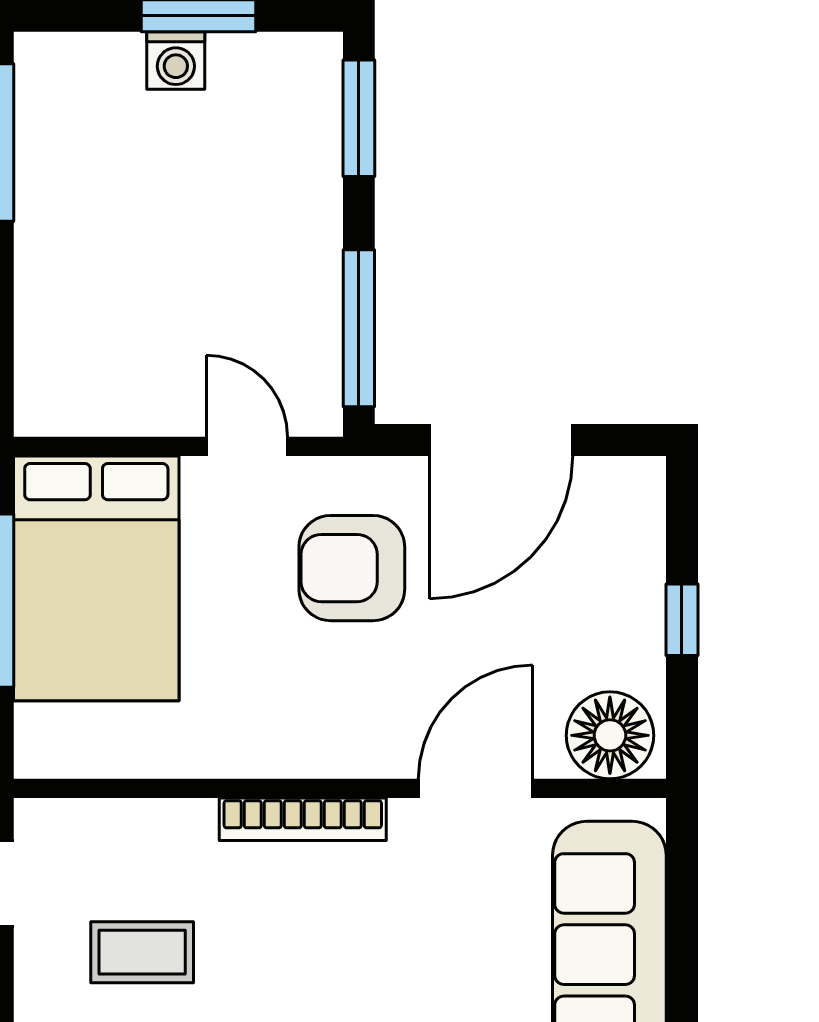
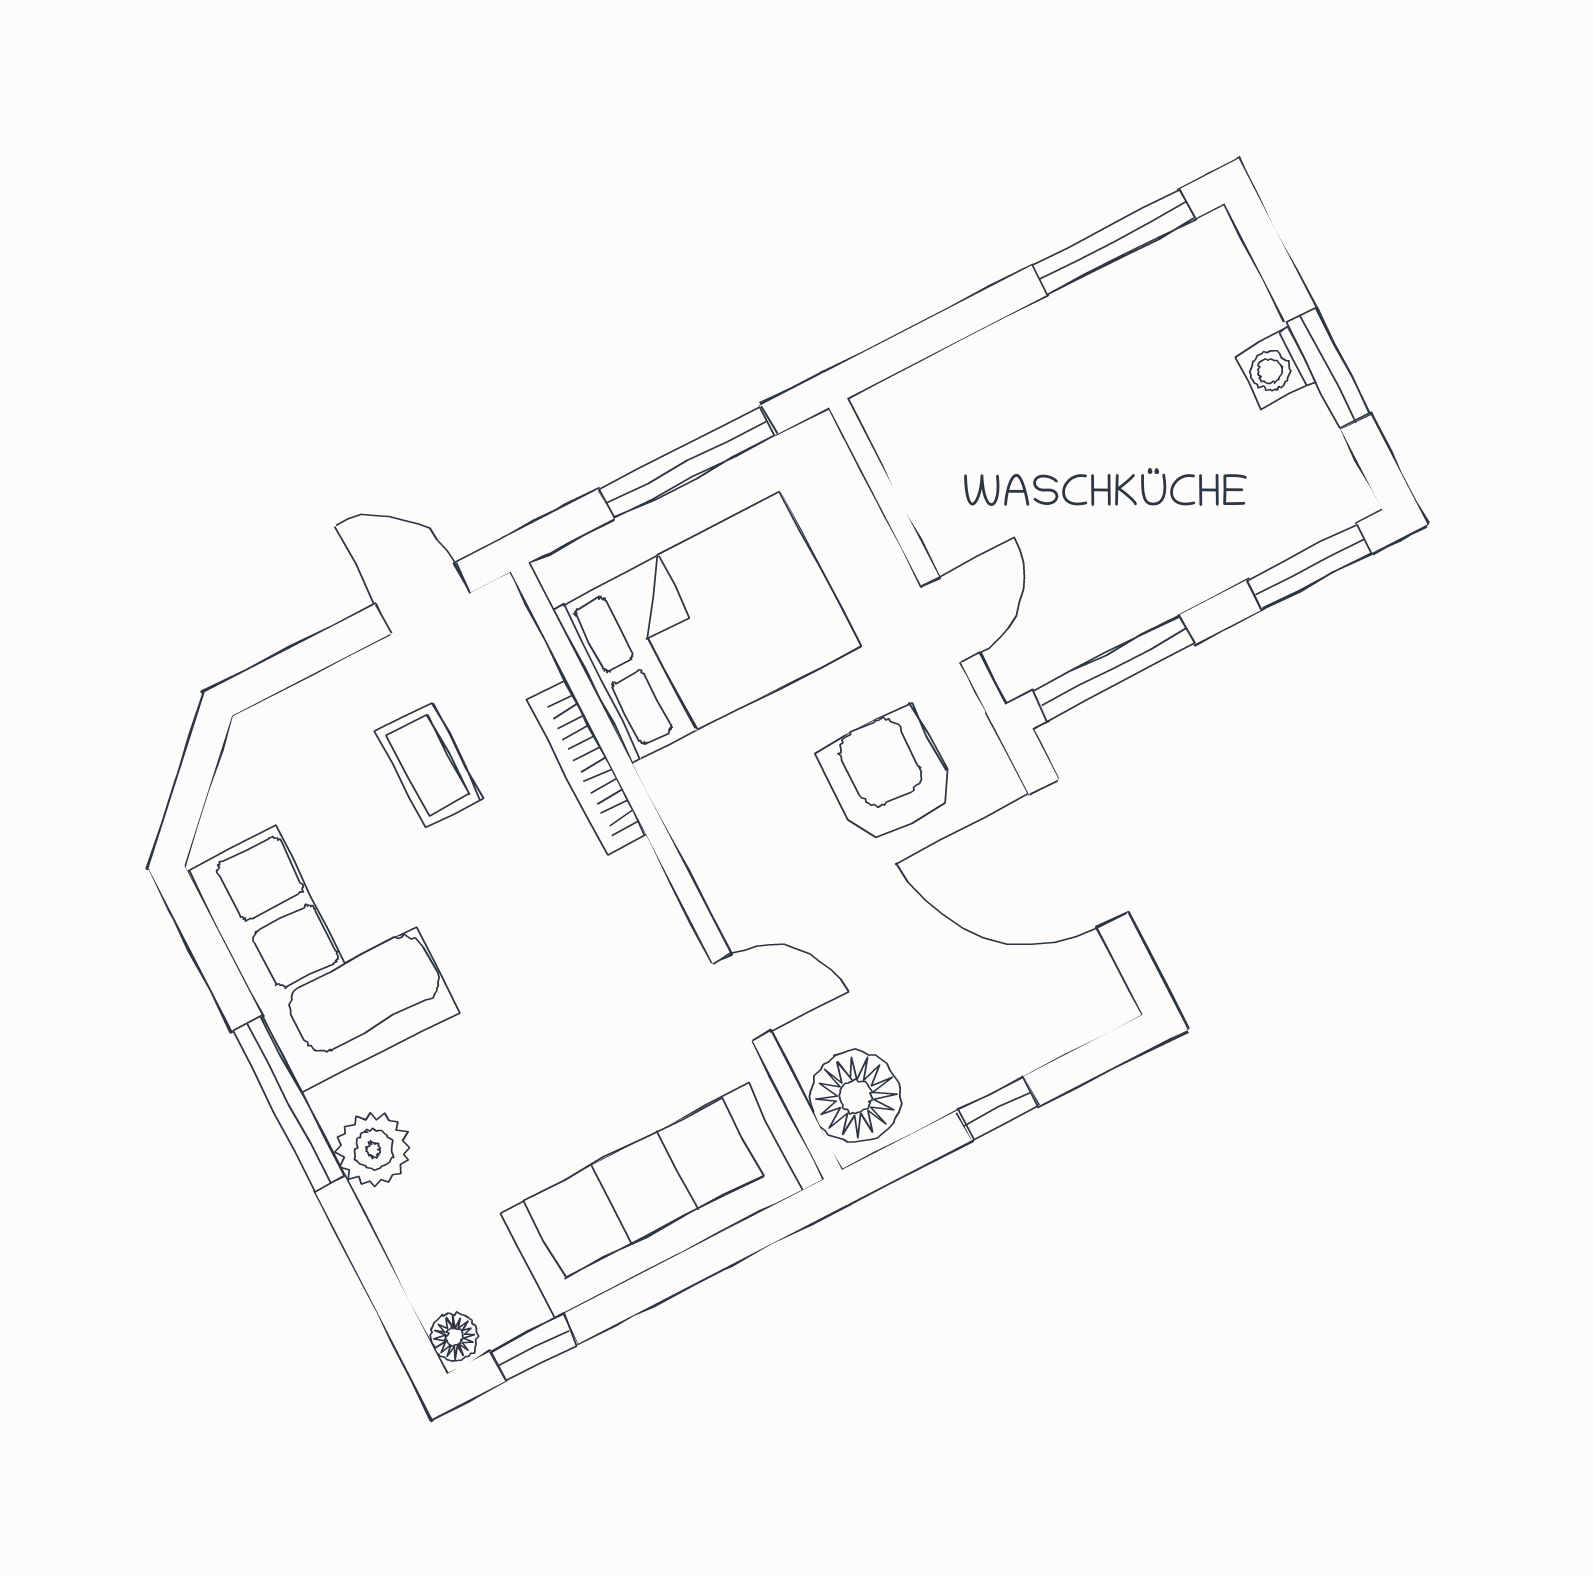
bed: (96, 578) -> (706, 628), moved, turned 180
door: (475, 788) -> (741, 997), width x0.73
bookcase: (303, 819) -> (587, 768), moved

